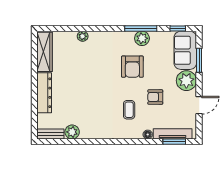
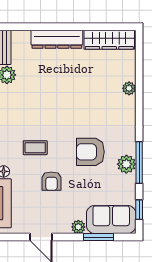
plant: (186, 81) -> (78, 227), width x0.53, depth x0.53
armchair: (155, 97) -> (51, 181), turned 180

